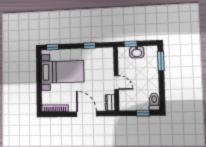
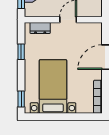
dresser: (110, 102) -> (40, 28), moved

